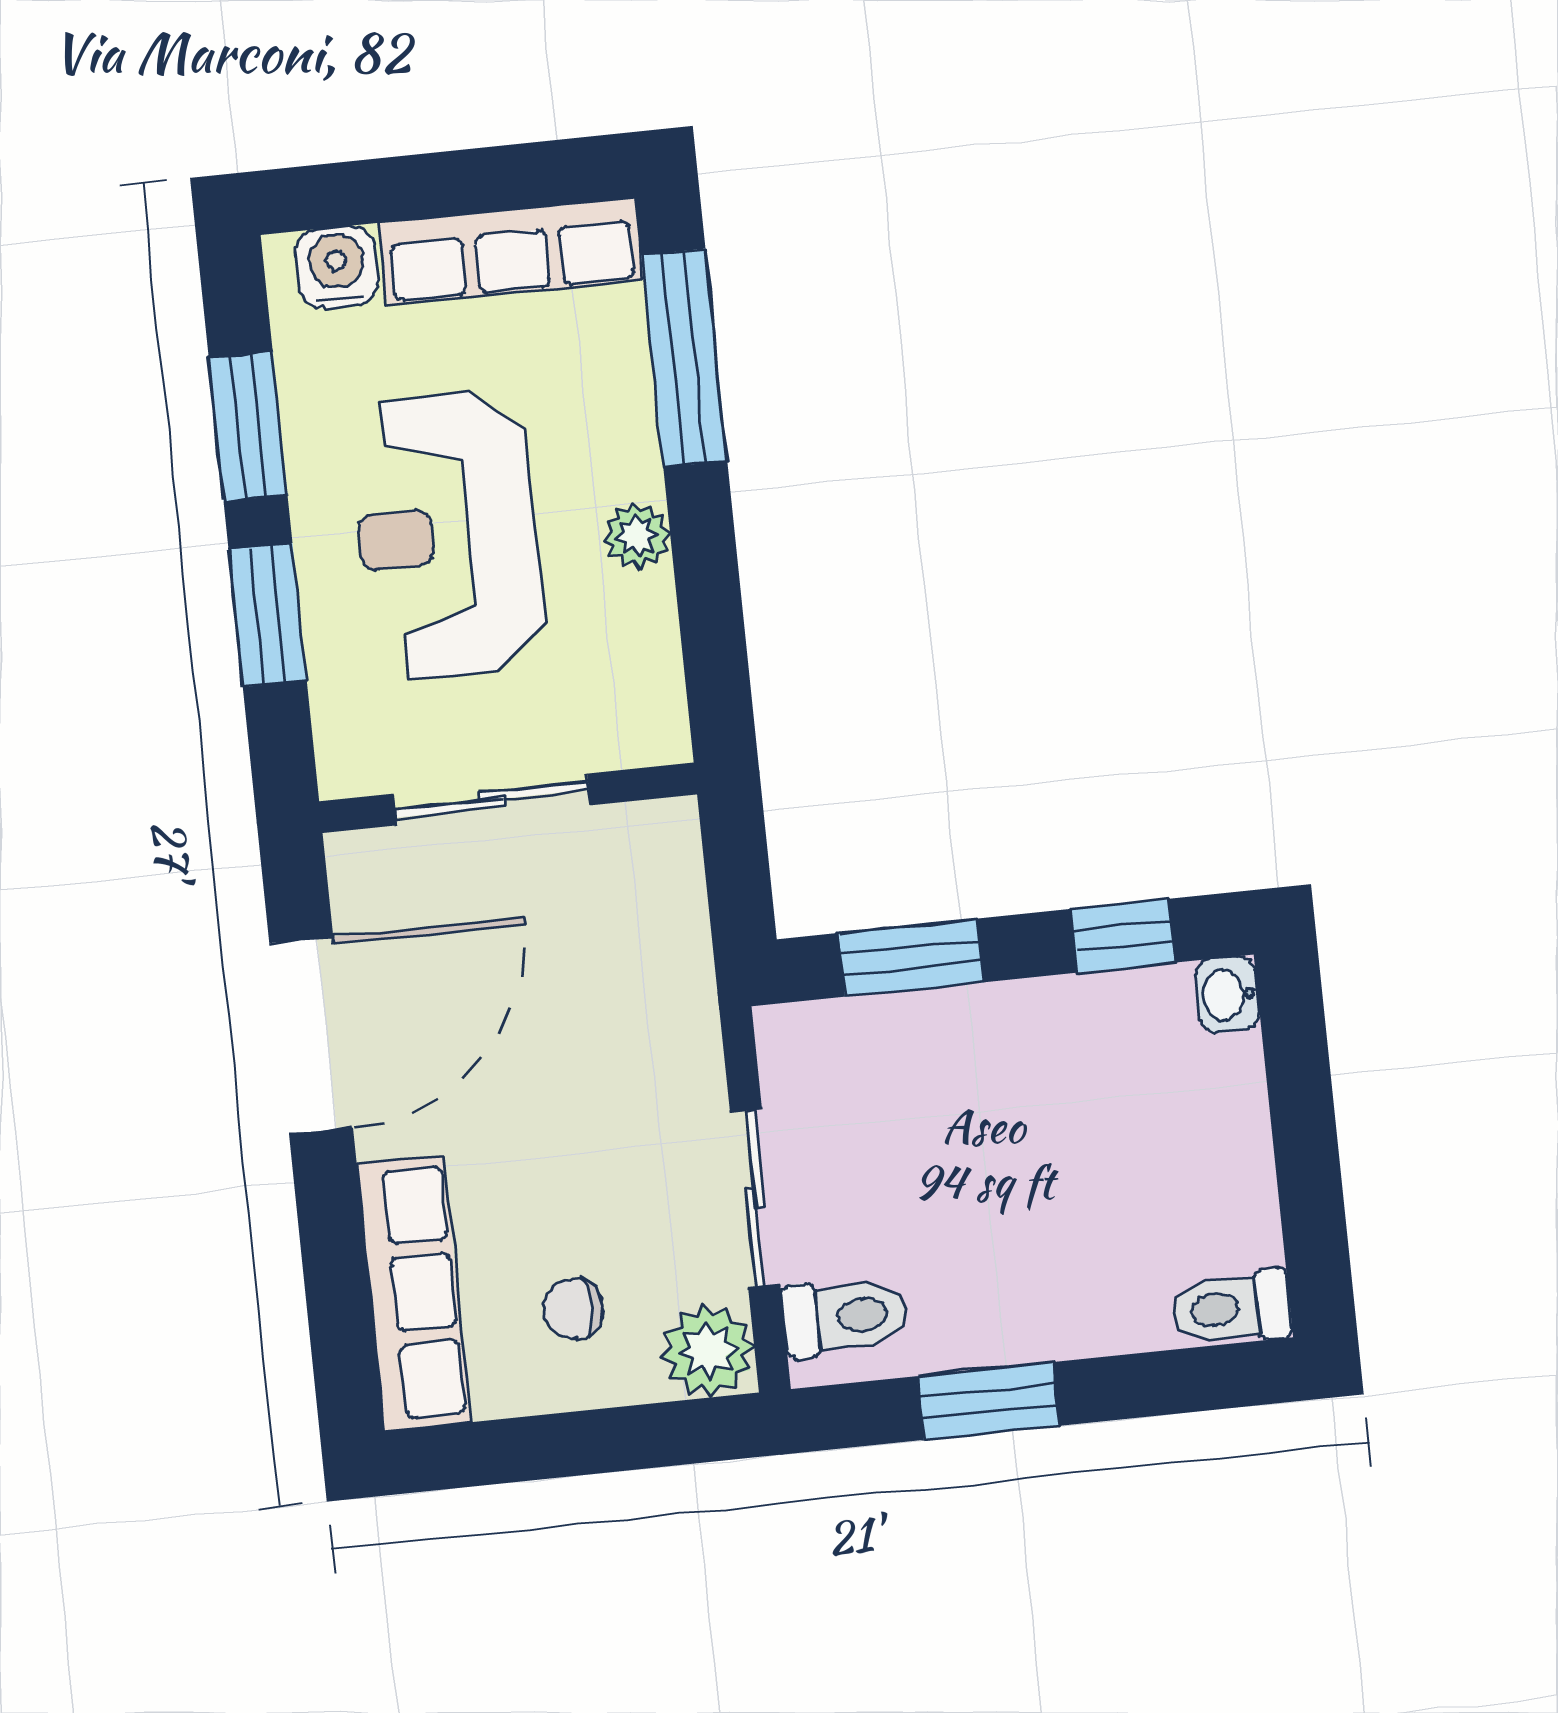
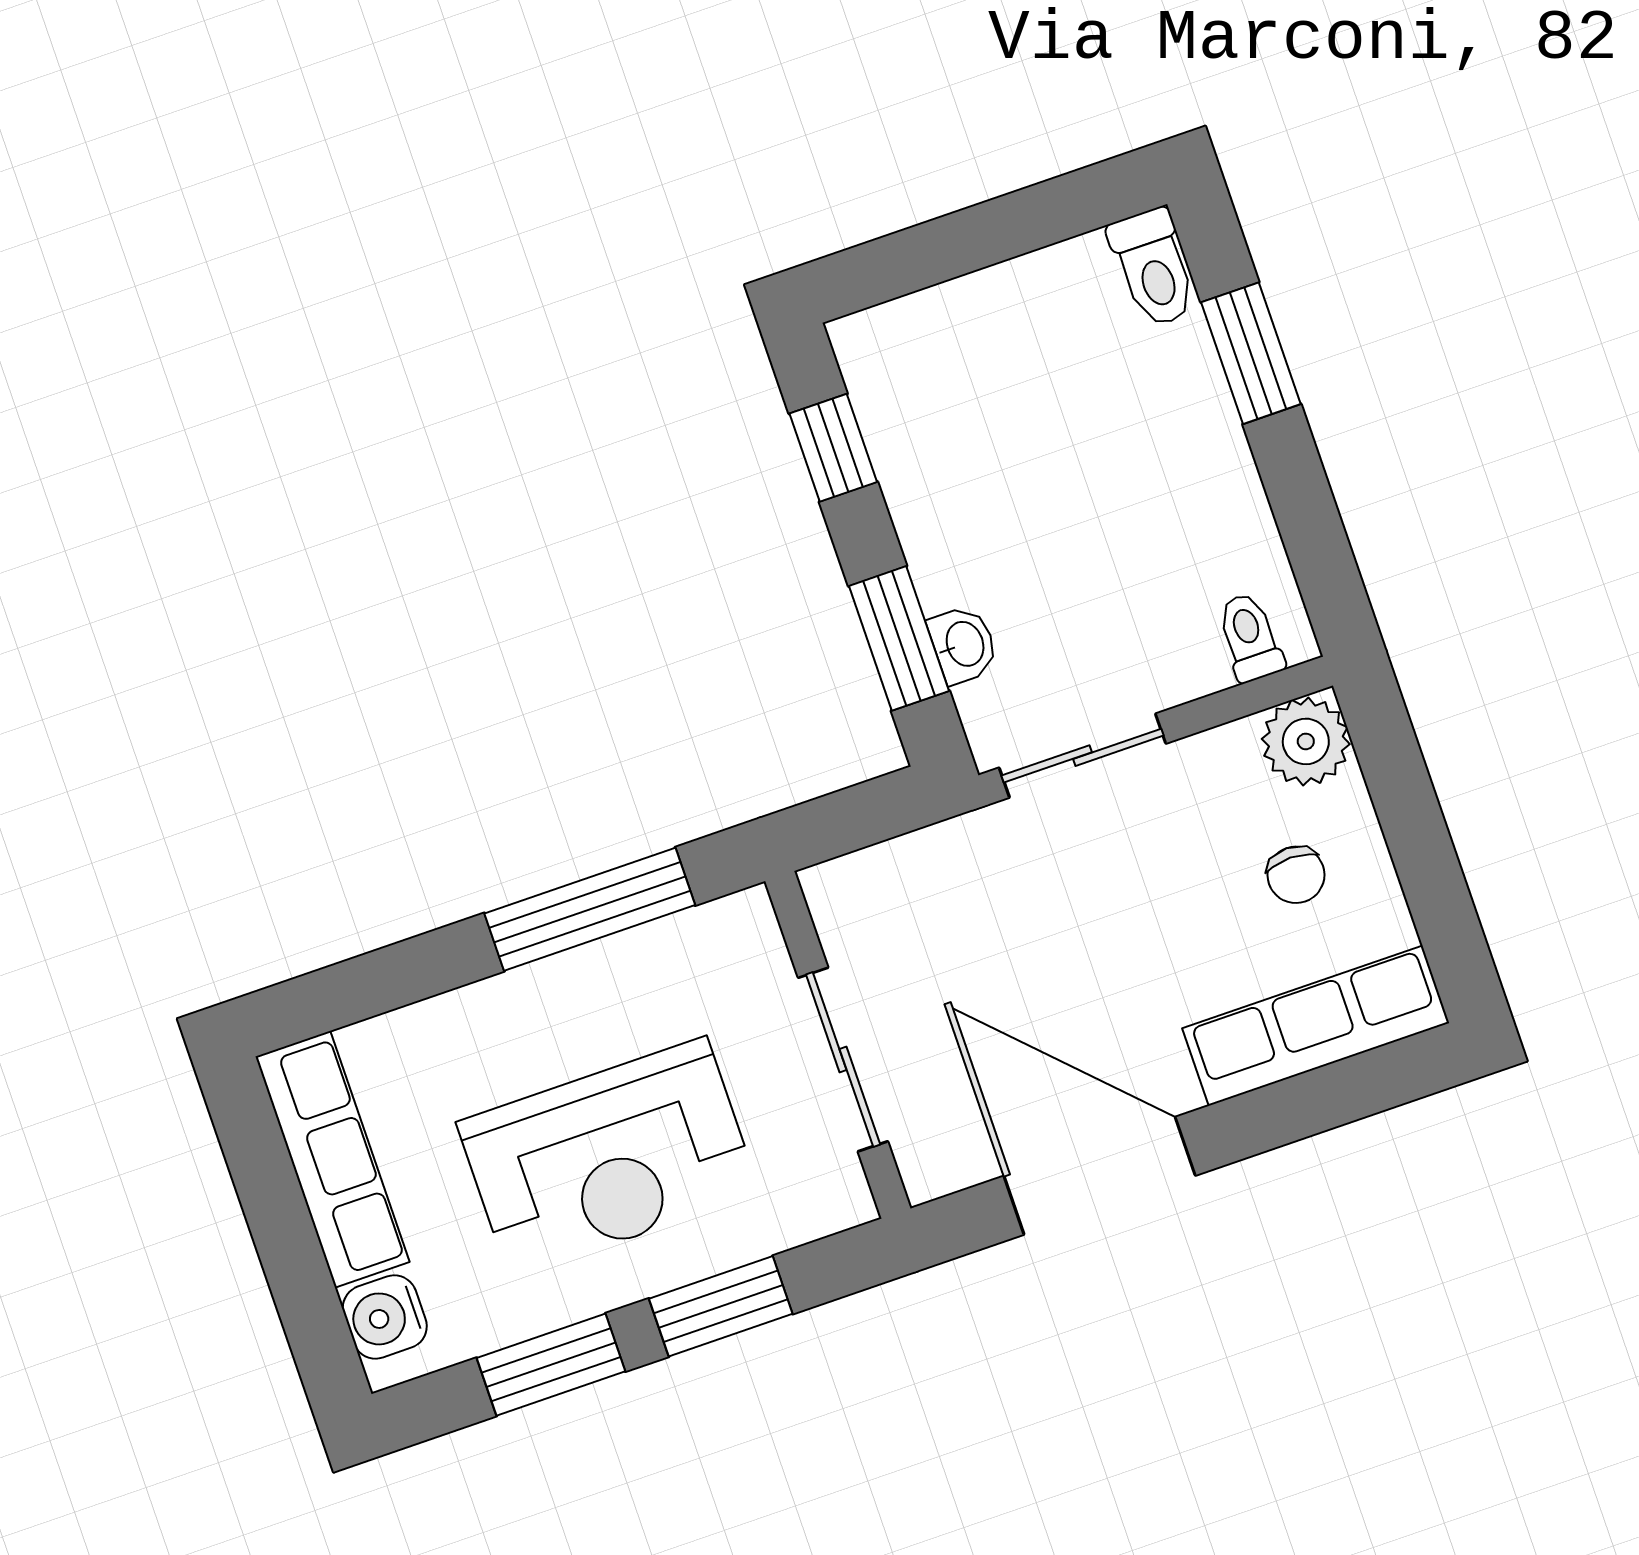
window: (684, 358) -> (590, 909), moved
plant: (637, 536) -> (569, 982), removed
washbasin: (1228, 995) -> (963, 644), moved, turned -90
sliding door: (755, 1198) -> (1083, 756), moved
toilet: (845, 1317) -> (1250, 637), width x0.73, depth x0.72
window: (988, 1401) -> (1251, 353), moved

